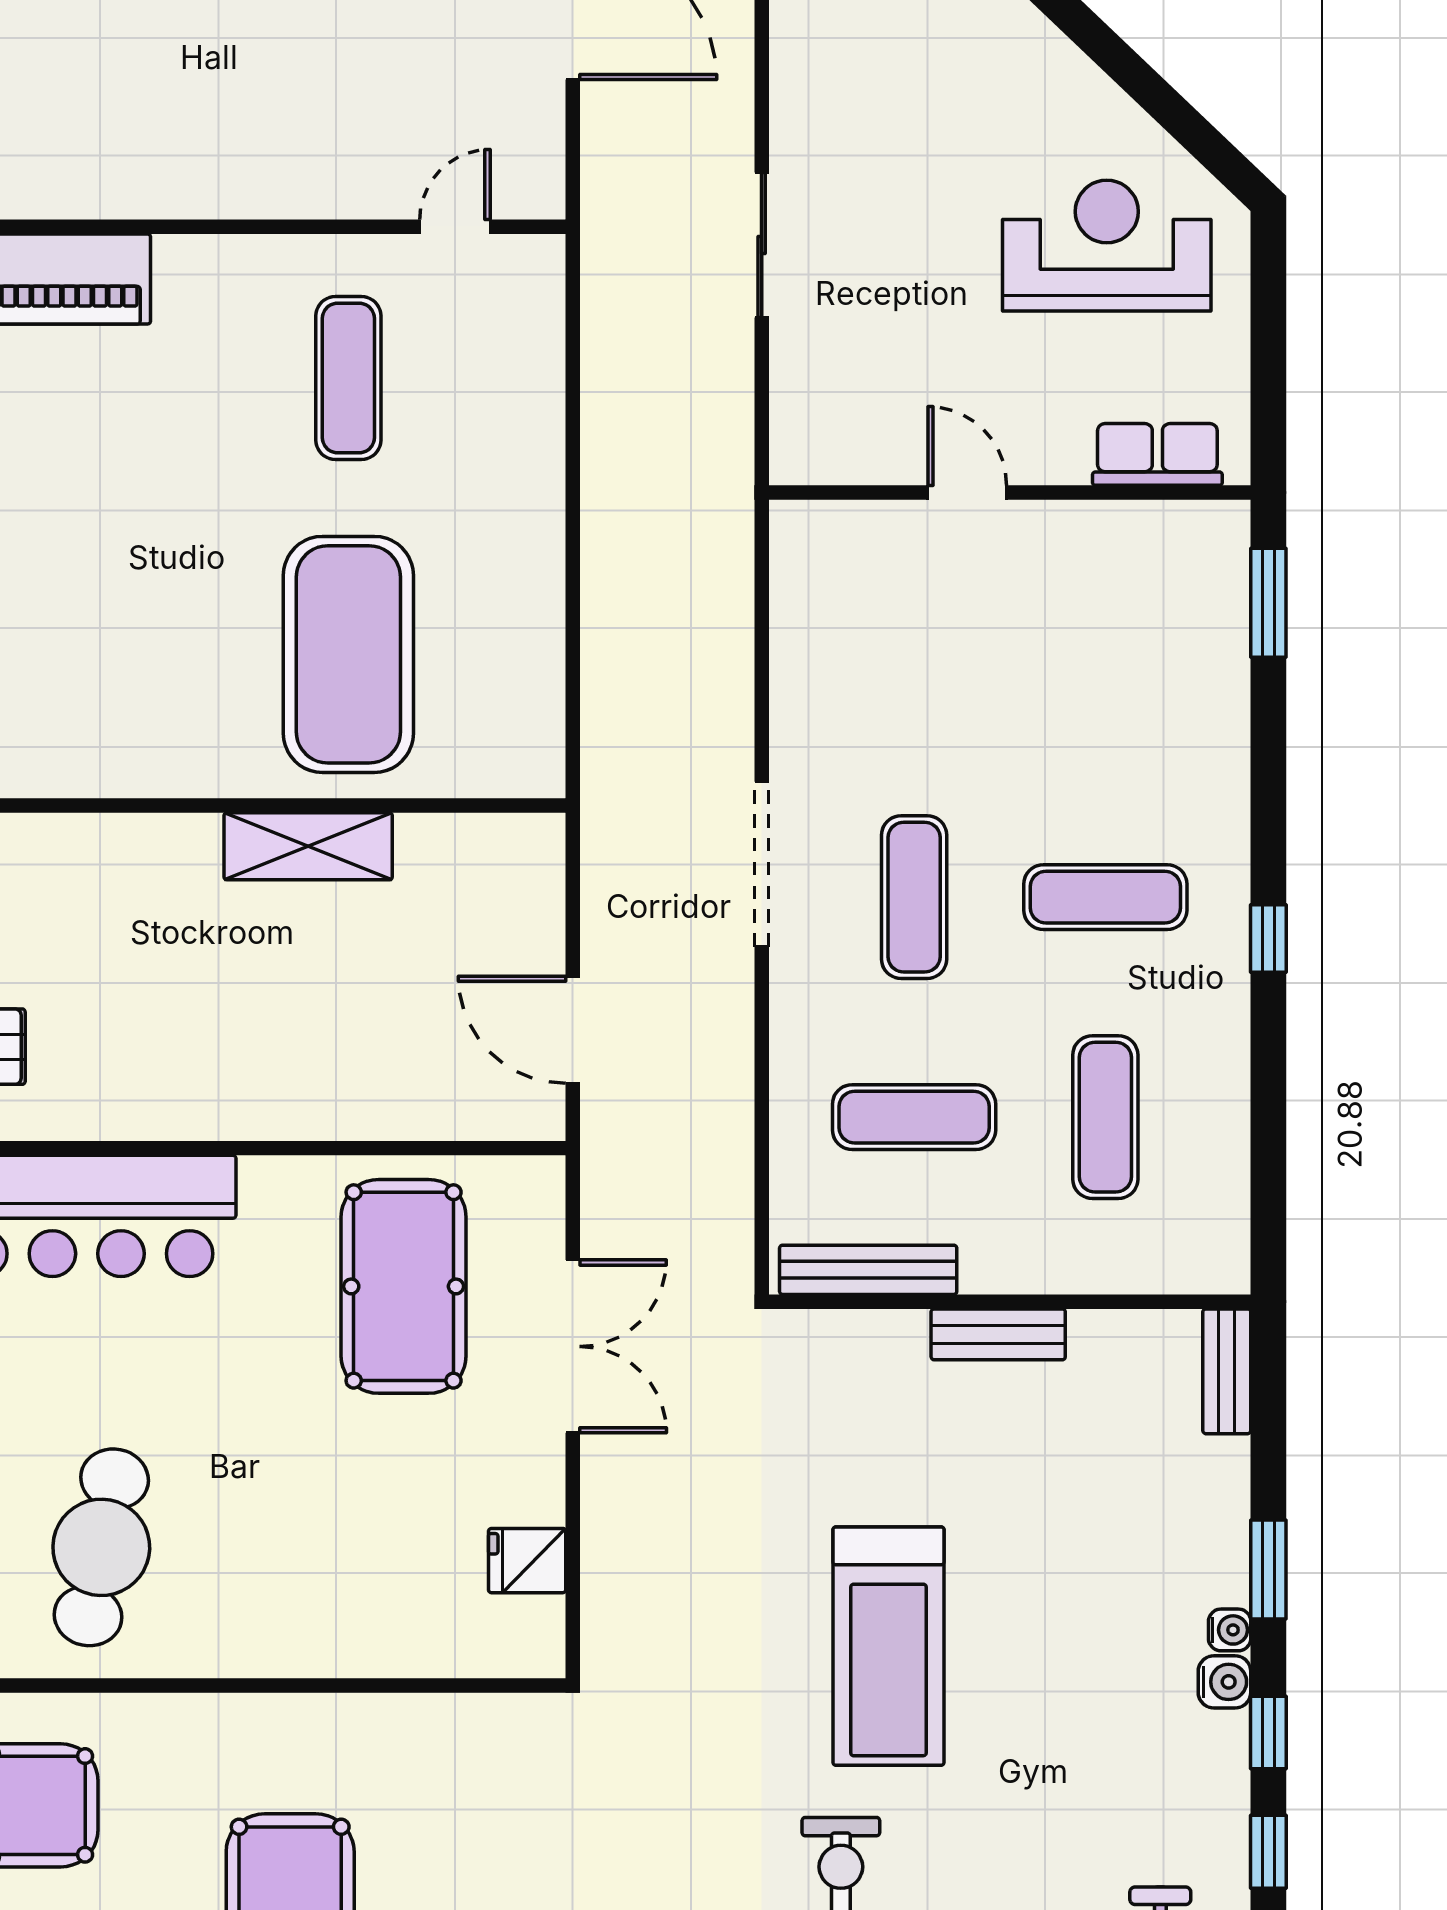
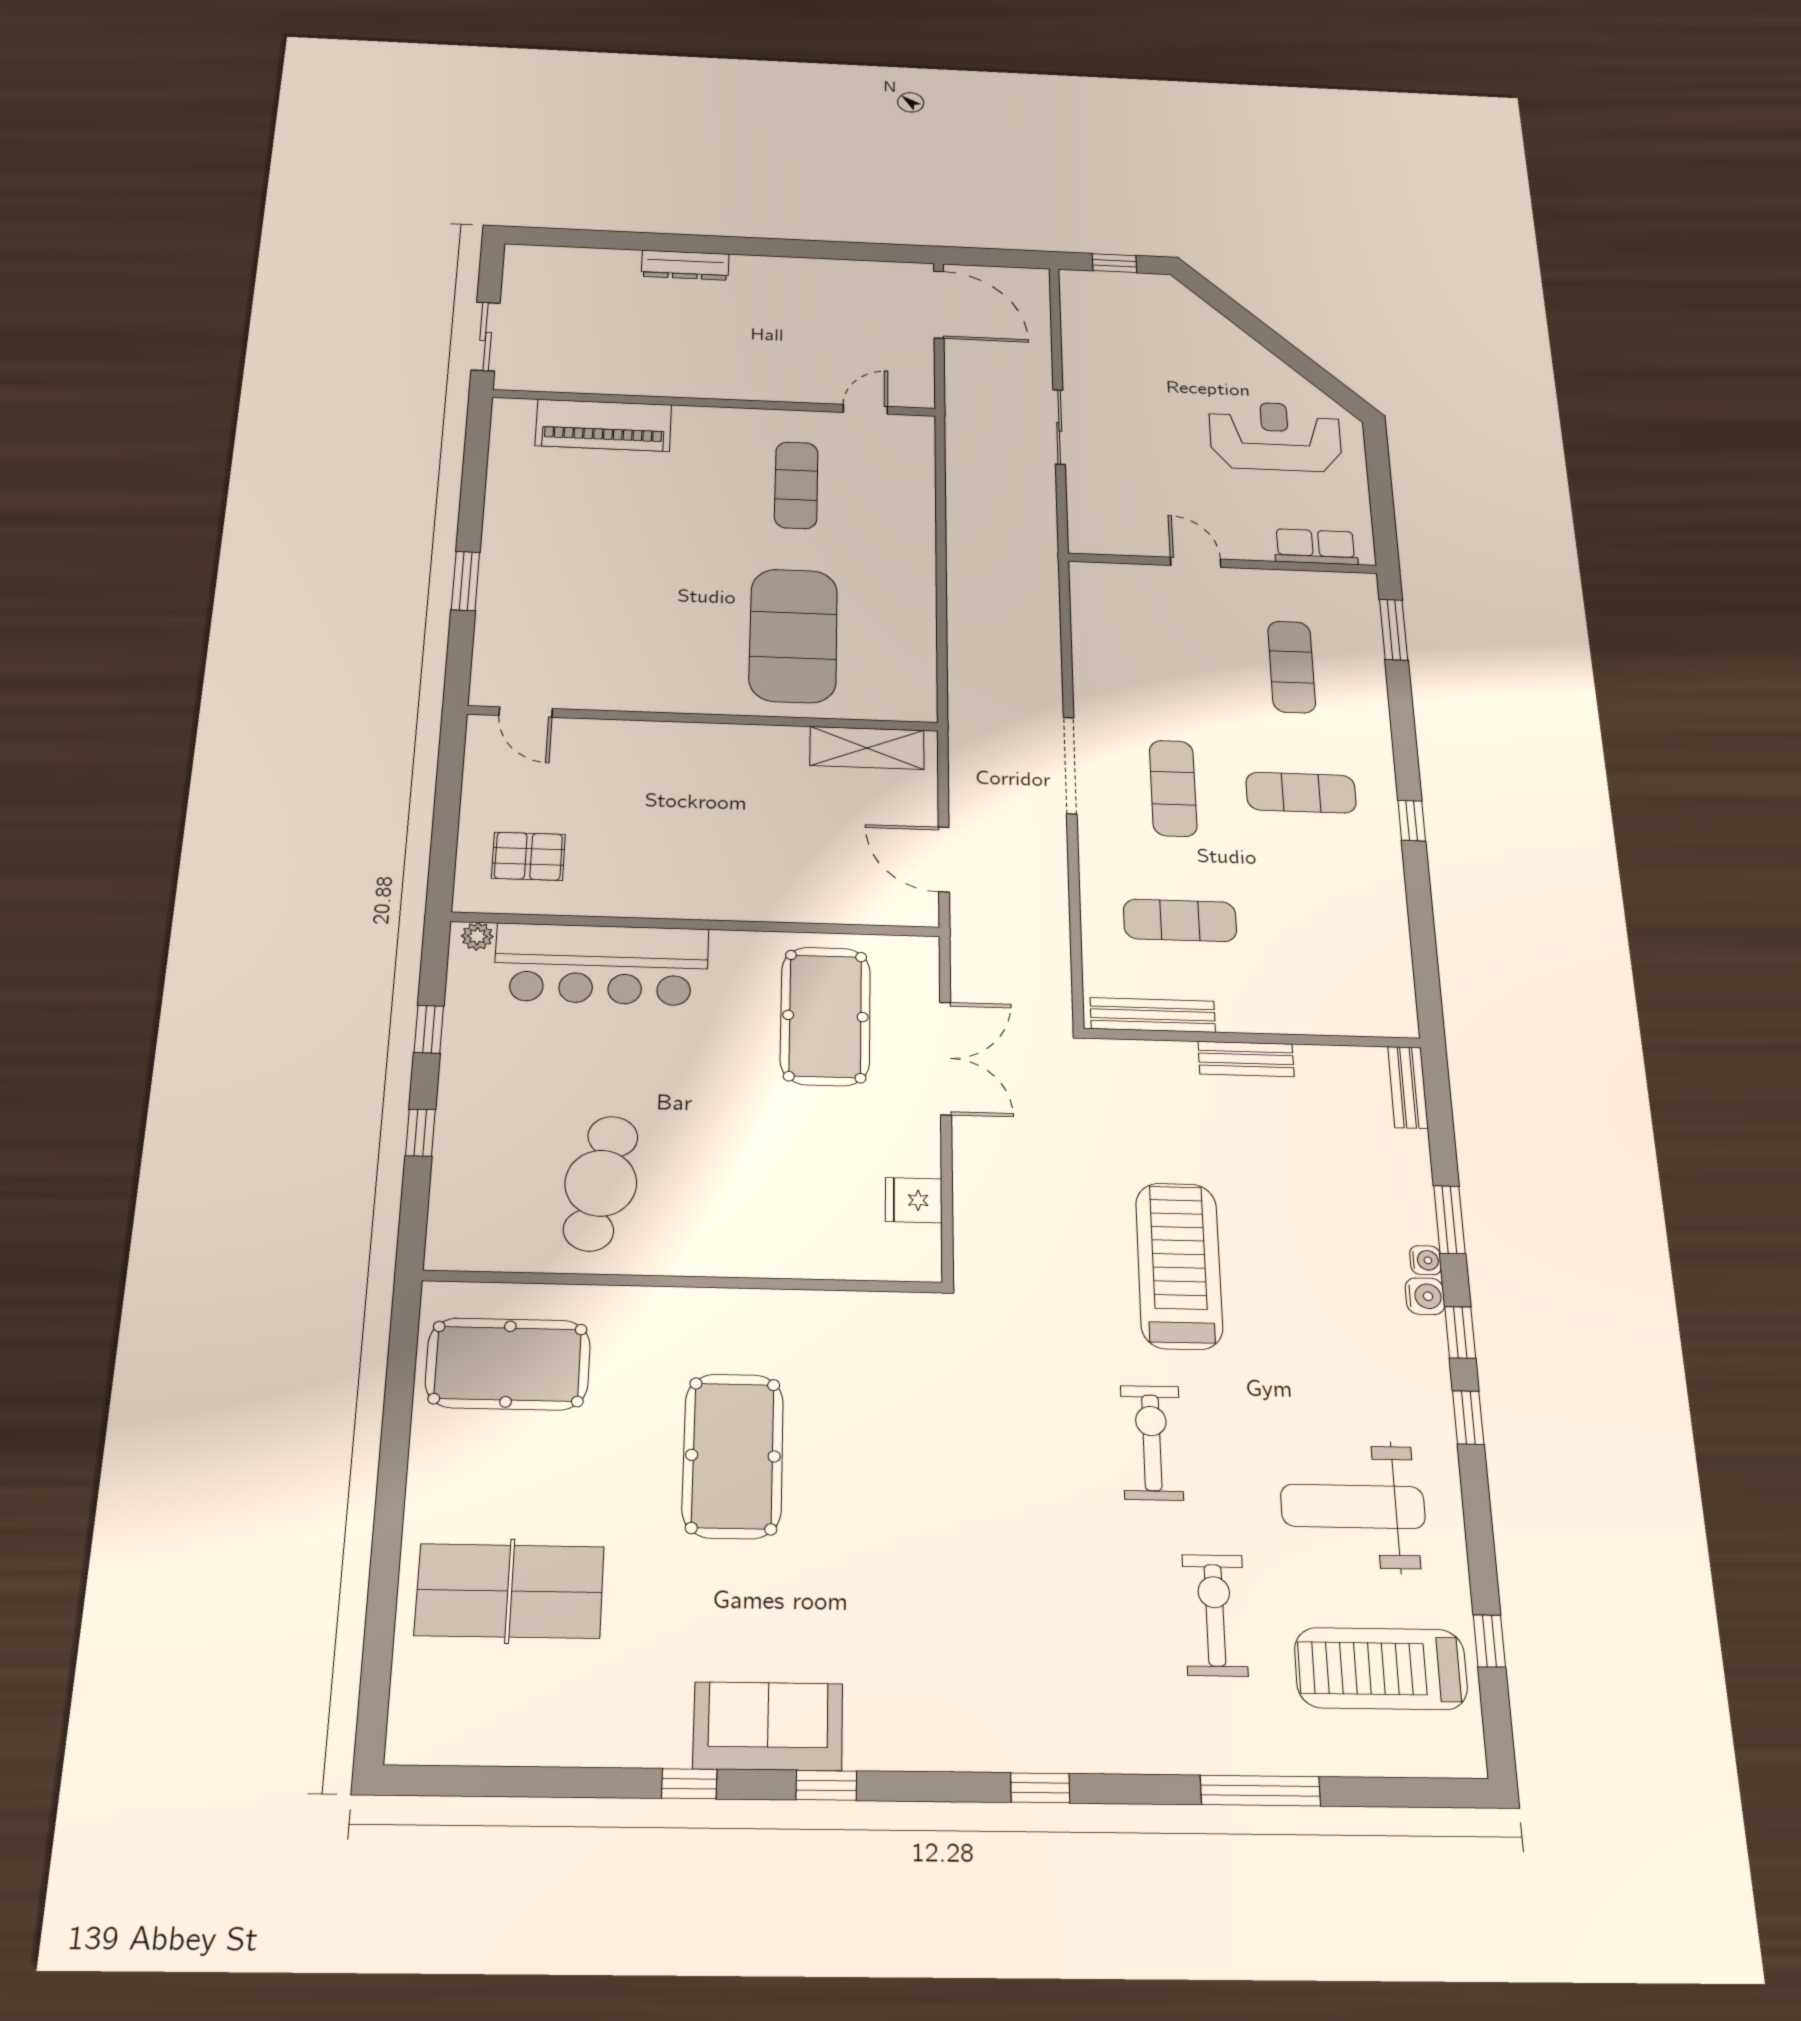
shelving: (308, 846) -> (867, 748), moved
exercise mat: (1105, 1117) -> (1292, 667), moved
treadmill: (888, 1646) -> (1179, 1266), turned 180

